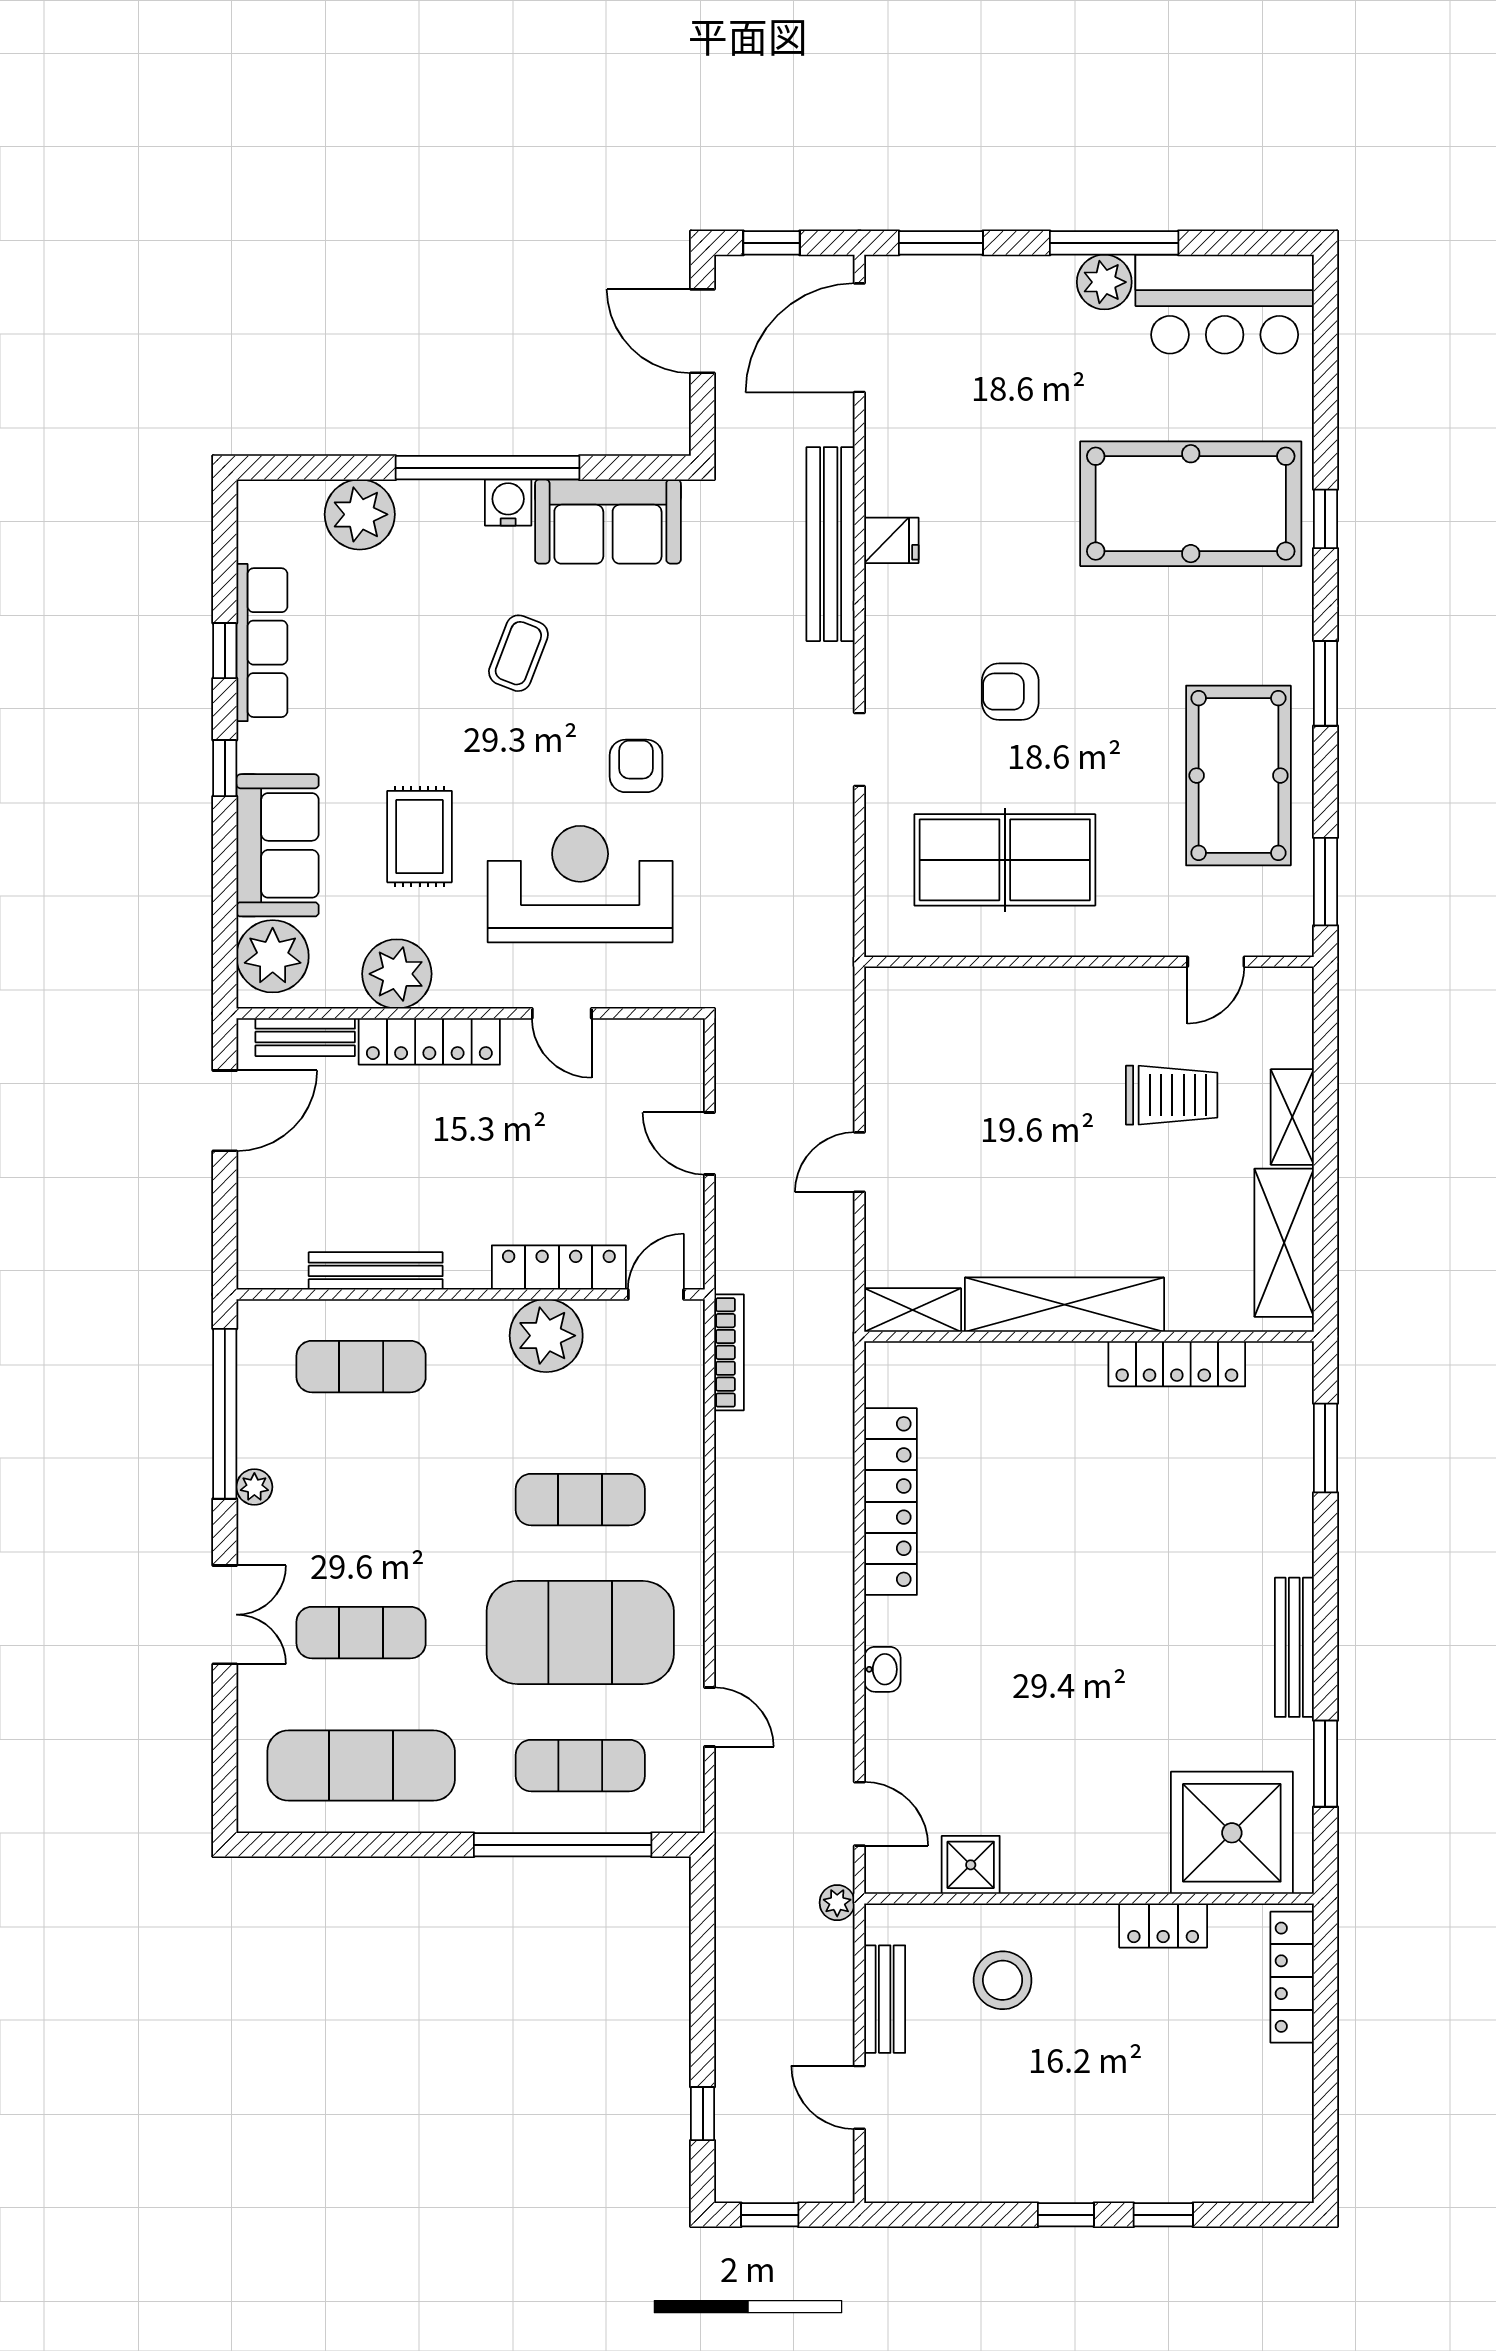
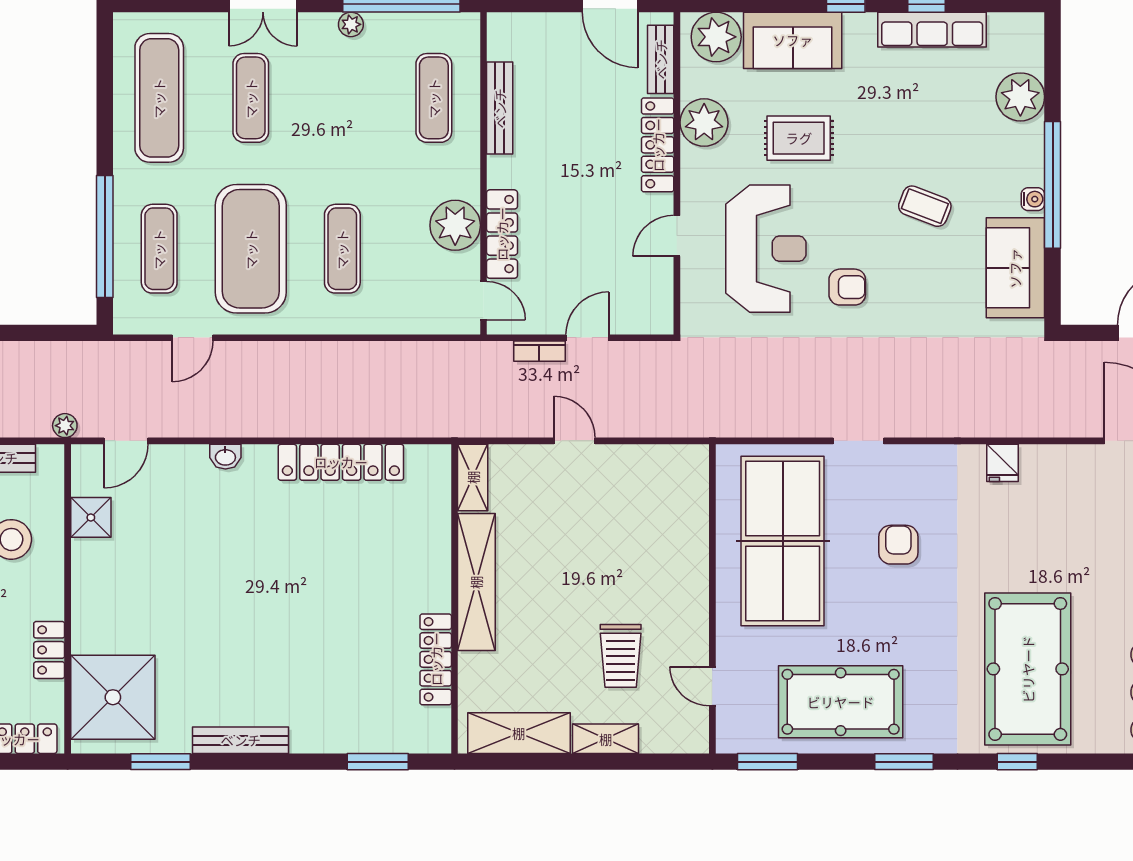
water cooler: (508, 503) -> (1033, 199), width x0.72, depth x0.72
bench: (831, 544) -> (1000, 421), removed
table tennis table: (1005, 860) -> (783, 541), width x1.36, depth x1.32
bookcase: (729, 1352) -> (539, 351), moved, width x0.64

